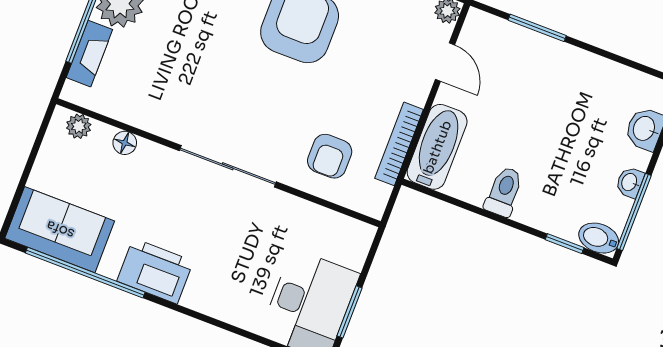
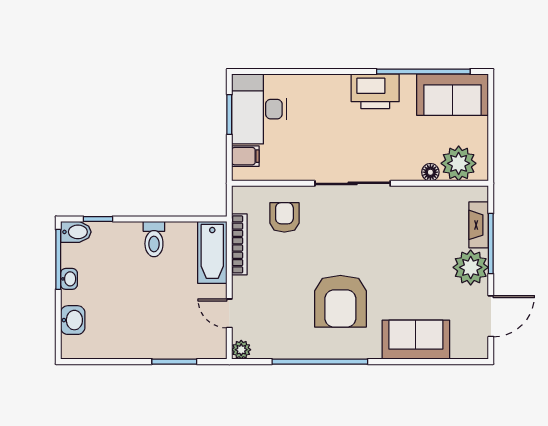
plant: (79, 126) -> (459, 163), width x1.88, depth x1.88
filing cabinet: (349, 252) -> (245, 156), added

